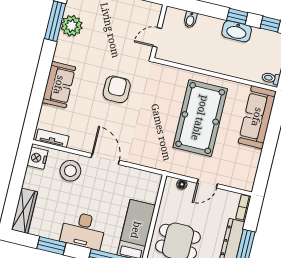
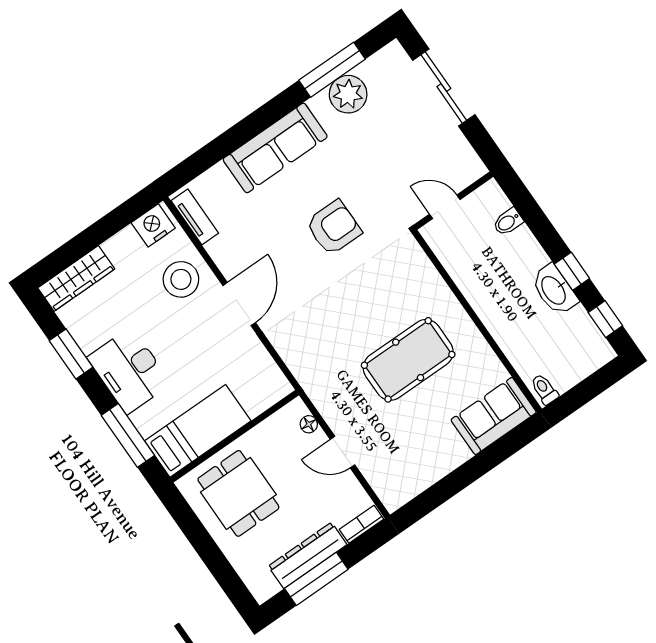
sofa: (59, 85) -> (275, 148), width x1.36
sofa: (257, 117) -> (494, 416), width x0.73
pool table: (200, 118) -> (408, 360), width x0.73, depth x0.76

